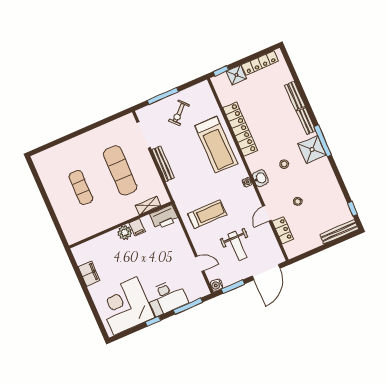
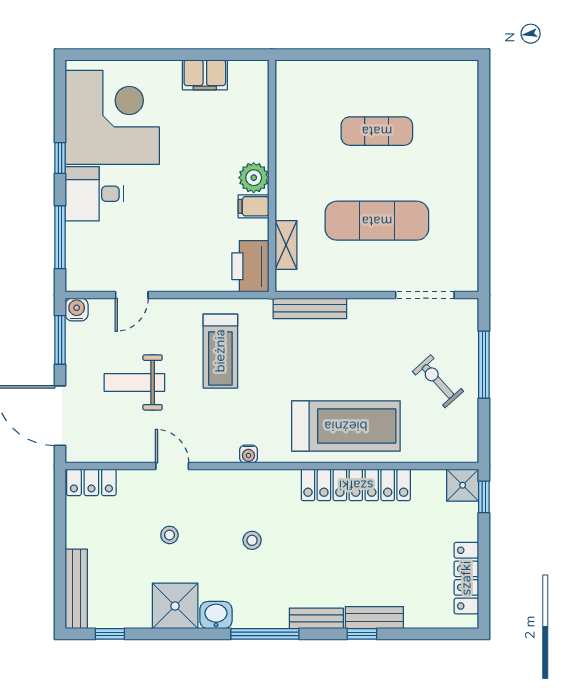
shower: (236, 75) -> (463, 485), moved
window: (304, 98) -> (362, 634), added
treadmill: (216, 145) -> (346, 426), turned 180
shower: (312, 149) -> (175, 606), moved
bench: (163, 164) -> (310, 308), moved
washbasin: (260, 178) -> (216, 615), moved, turned 180
locker: (283, 230) -> (91, 482), moved
desk: (167, 297) -> (95, 194), width x0.73

